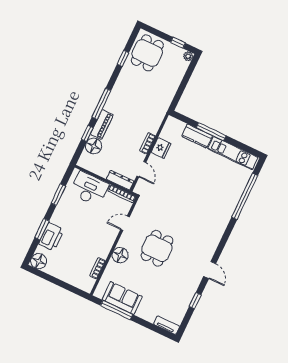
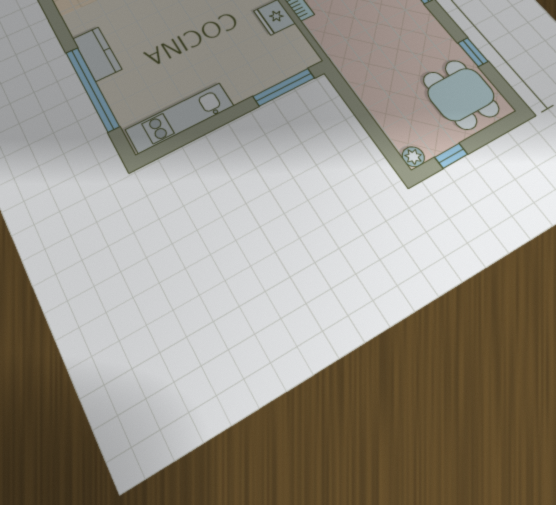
window: (211, 132) -> (284, 87), moved
kitchen counter: (197, 136) -> (97, 54), moved, turned 90

